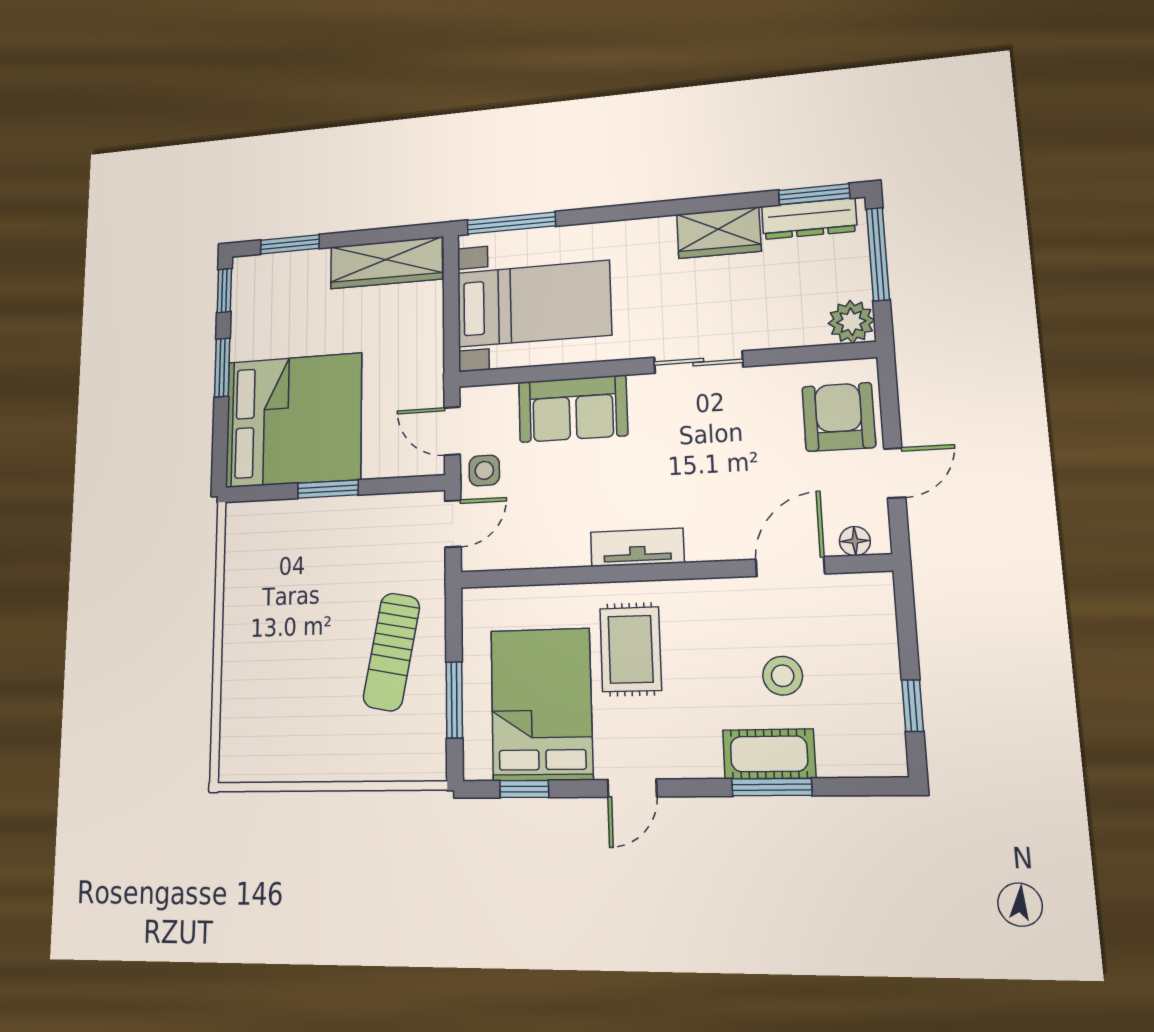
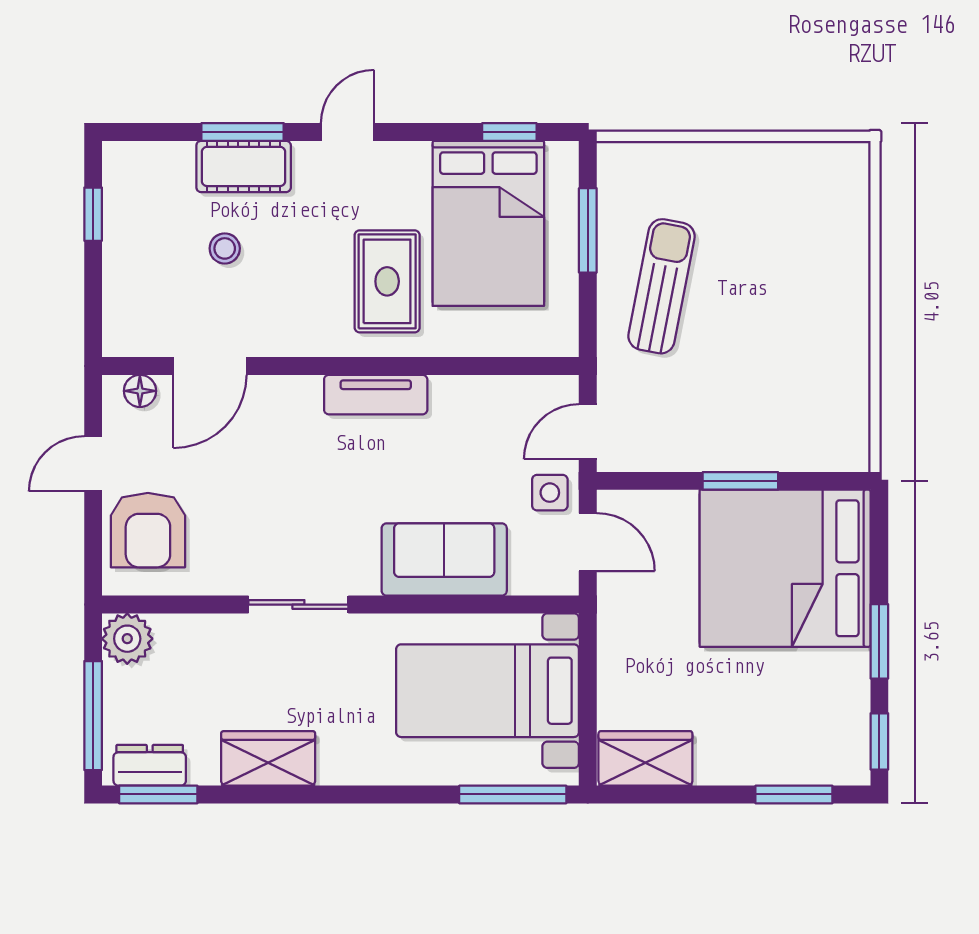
dresser: (809, 219) -> (150, 765), width x0.70
wardrobe: (386, 263) -> (645, 758), width x0.67
stool: (783, 676) -> (225, 248), width x0.73, depth x0.73
door: (632, 788) -> (348, 132), moved

